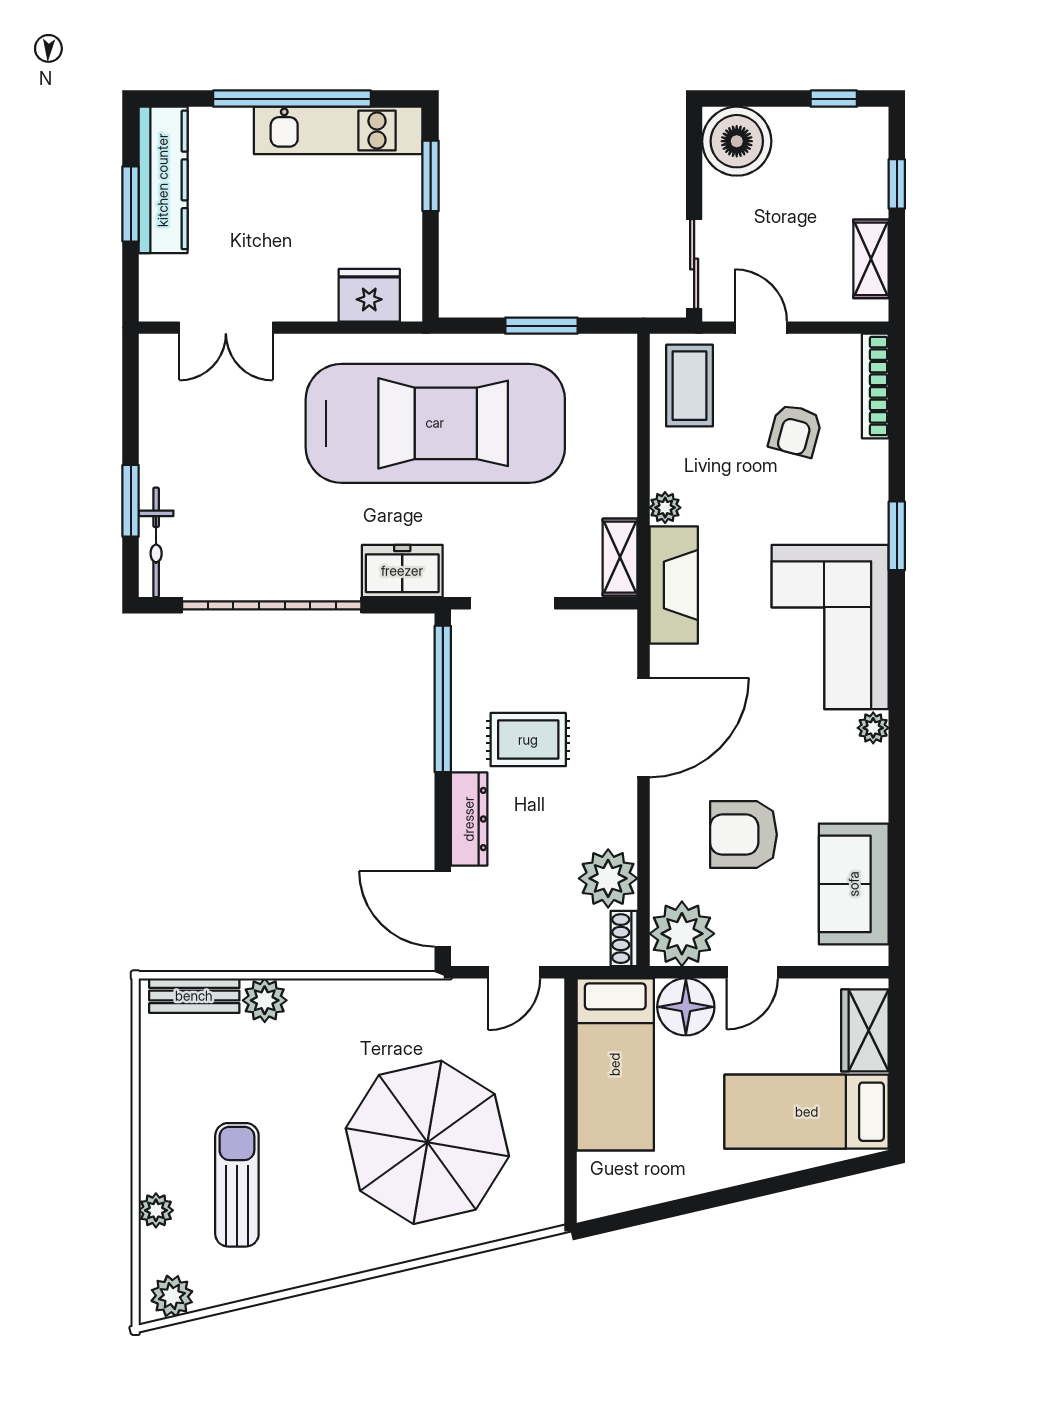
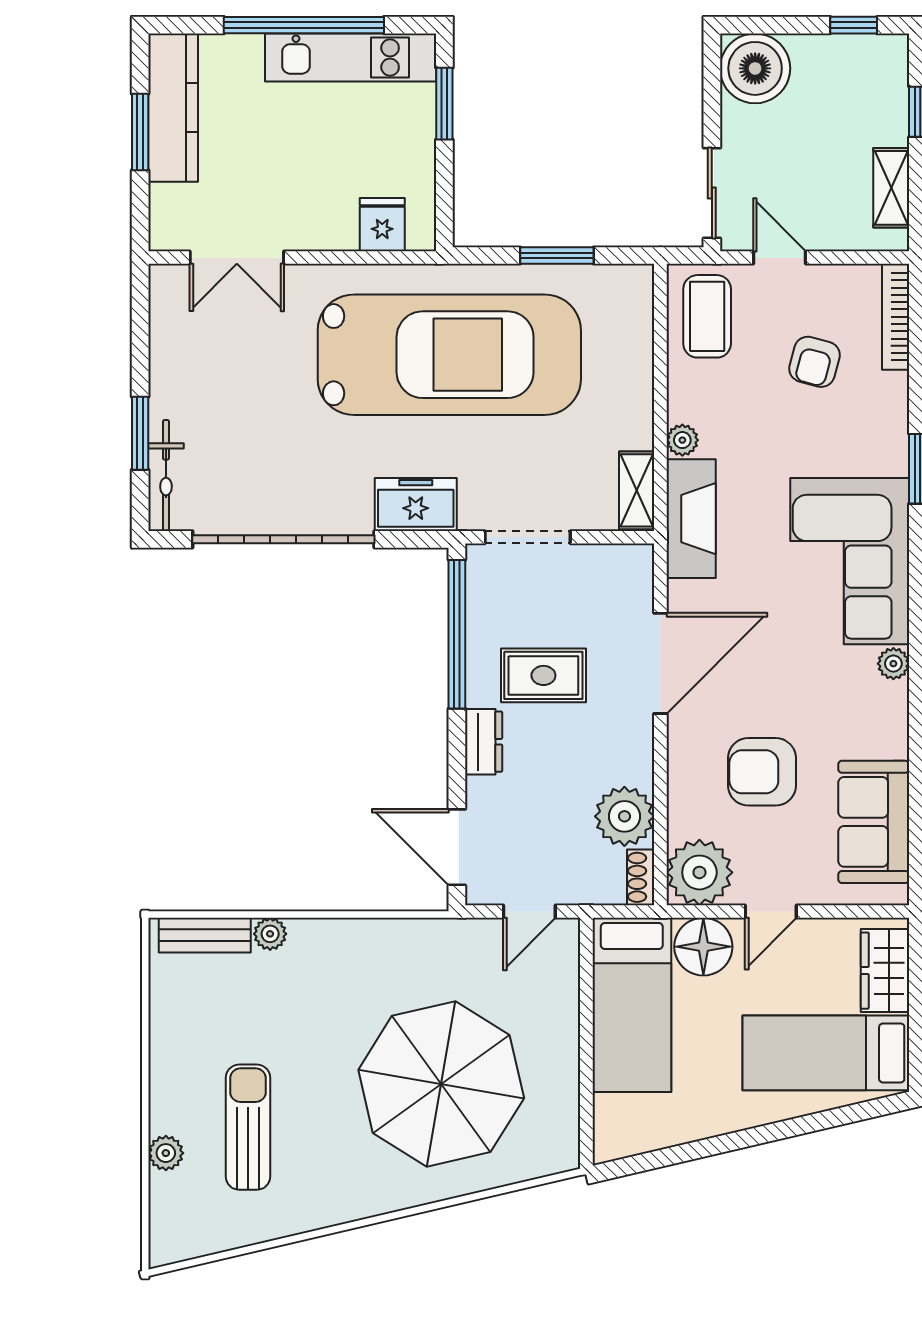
fridge: (369, 295) -> (382, 225), width x0.72
dresser: (469, 819) -> (484, 742), width x0.70
plant: (265, 1000) -> (270, 934), width x0.73, depth x0.73
plant: (172, 1296) -> (182, 1240), removed

